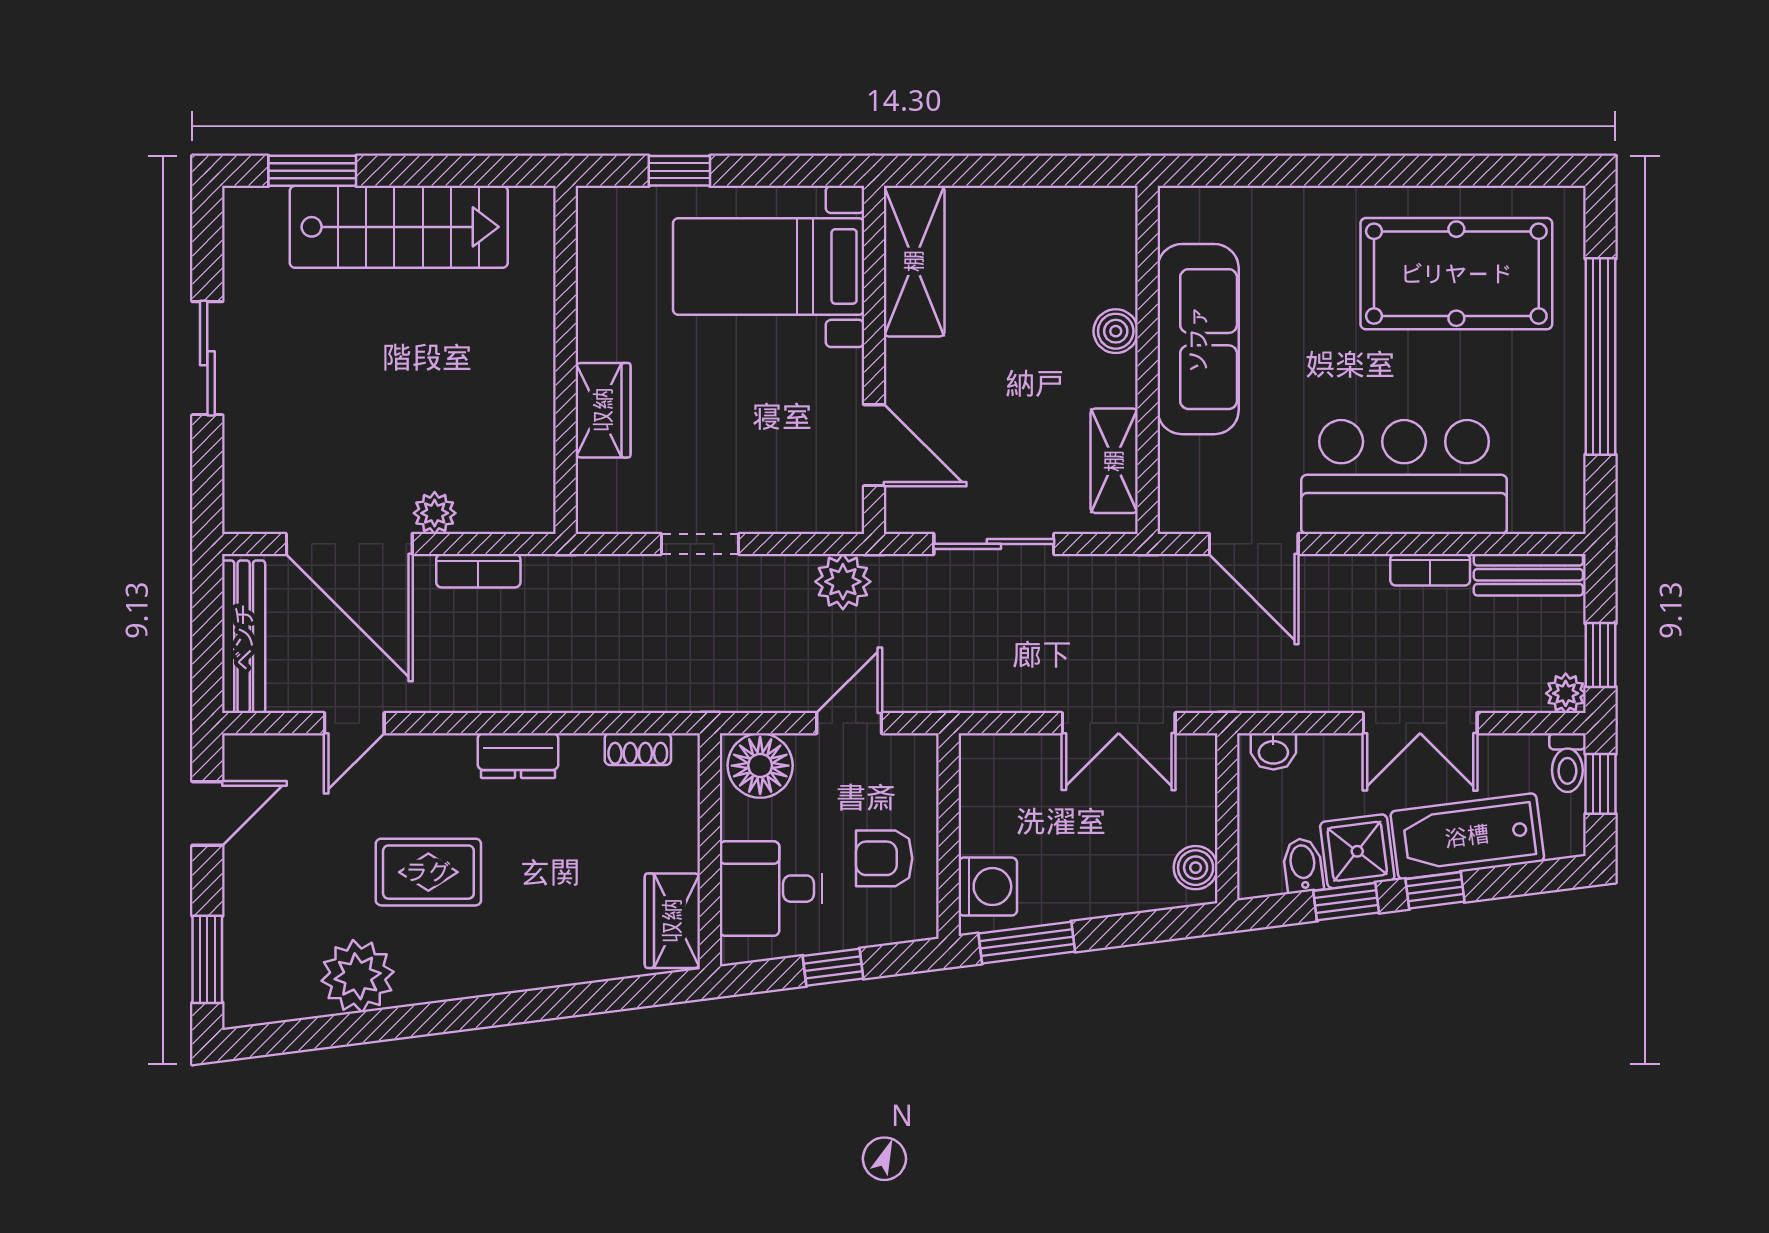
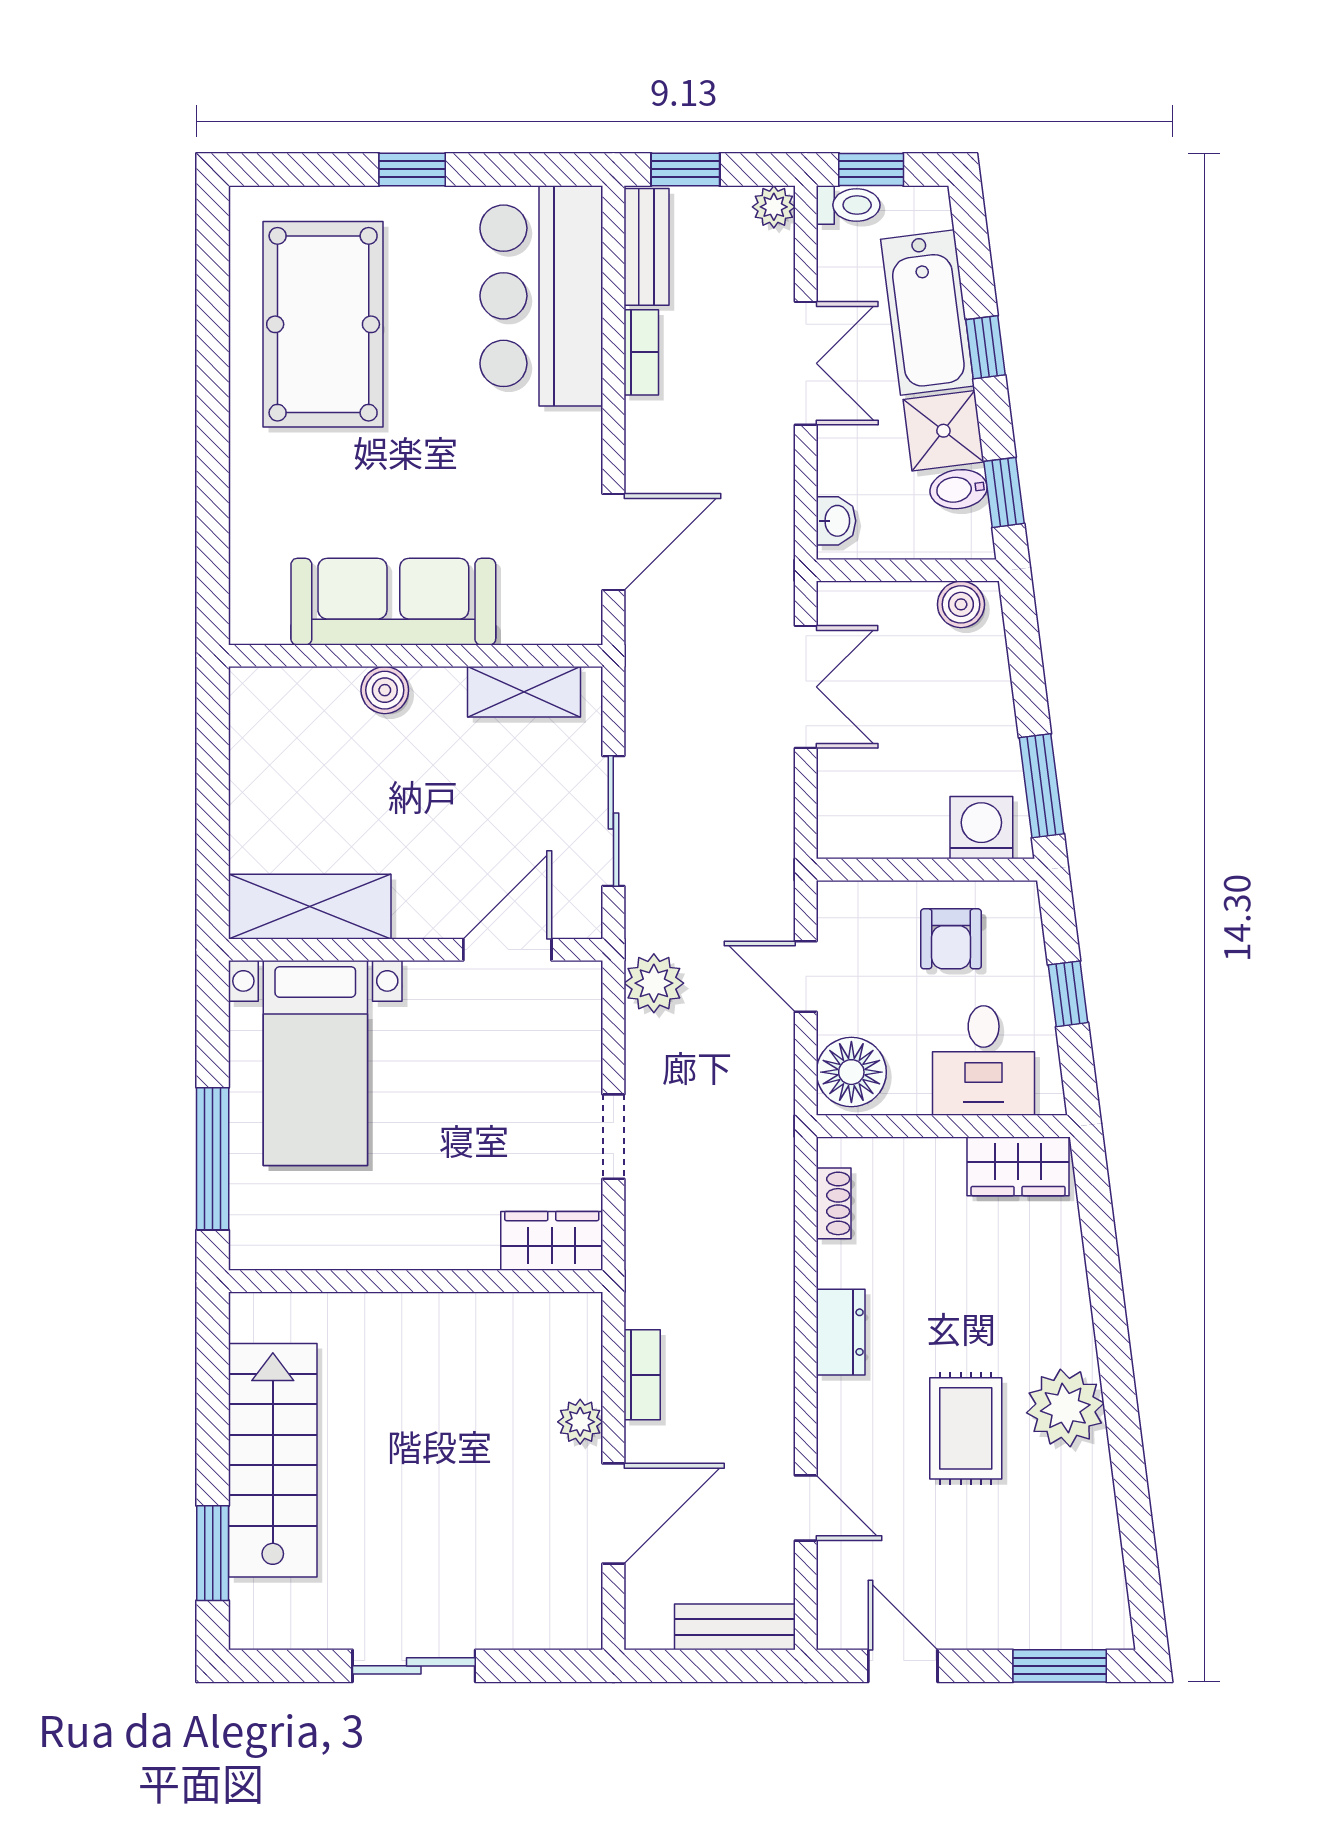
window: (679, 171) -> (213, 1159), width x2.17
window: (1600, 357) -> (412, 169), width x0.32
wardrobe: (603, 410) -> (552, 1241), moved
bar counter: (1404, 477) -> (541, 296), moved
door: (349, 544) -> (613, 1513), width x0.73
bench: (244, 637) -> (735, 1627), width x0.73
window: (1600, 655) -> (685, 169), moved
window: (1346, 902) -> (1004, 492), moved
plant: (358, 976) -> (1065, 1408), moved

